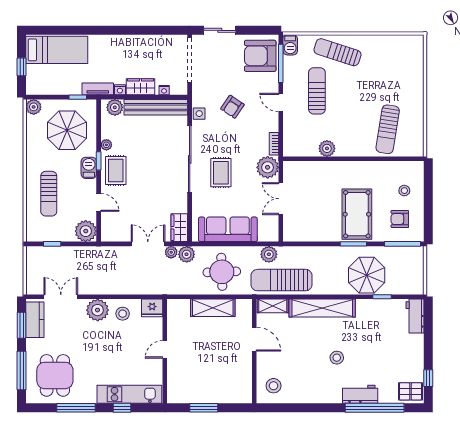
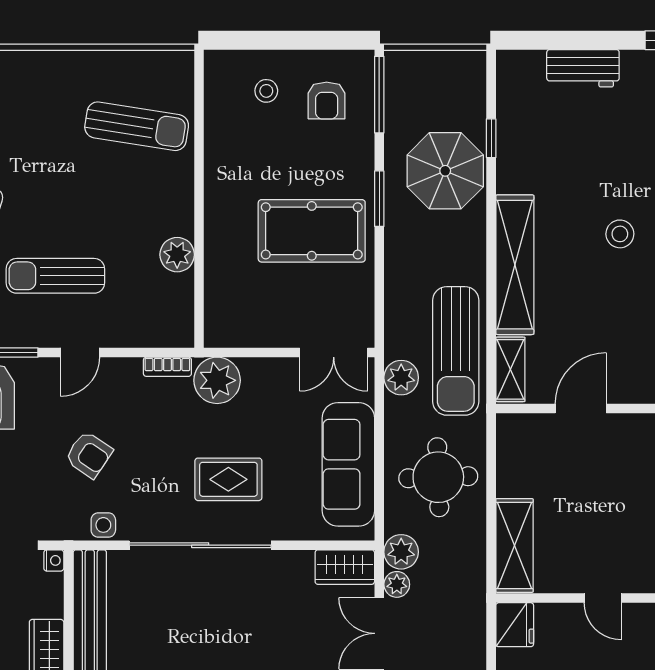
nightstand: (164, 90) -> (54, 560), moved
double door: (281, 199) -> (334, 353), moved
pool table: (357, 214) -> (312, 231), moved
shelving: (213, 308) -> (514, 545), moved
workbench: (415, 316) -> (583, 68), moved

